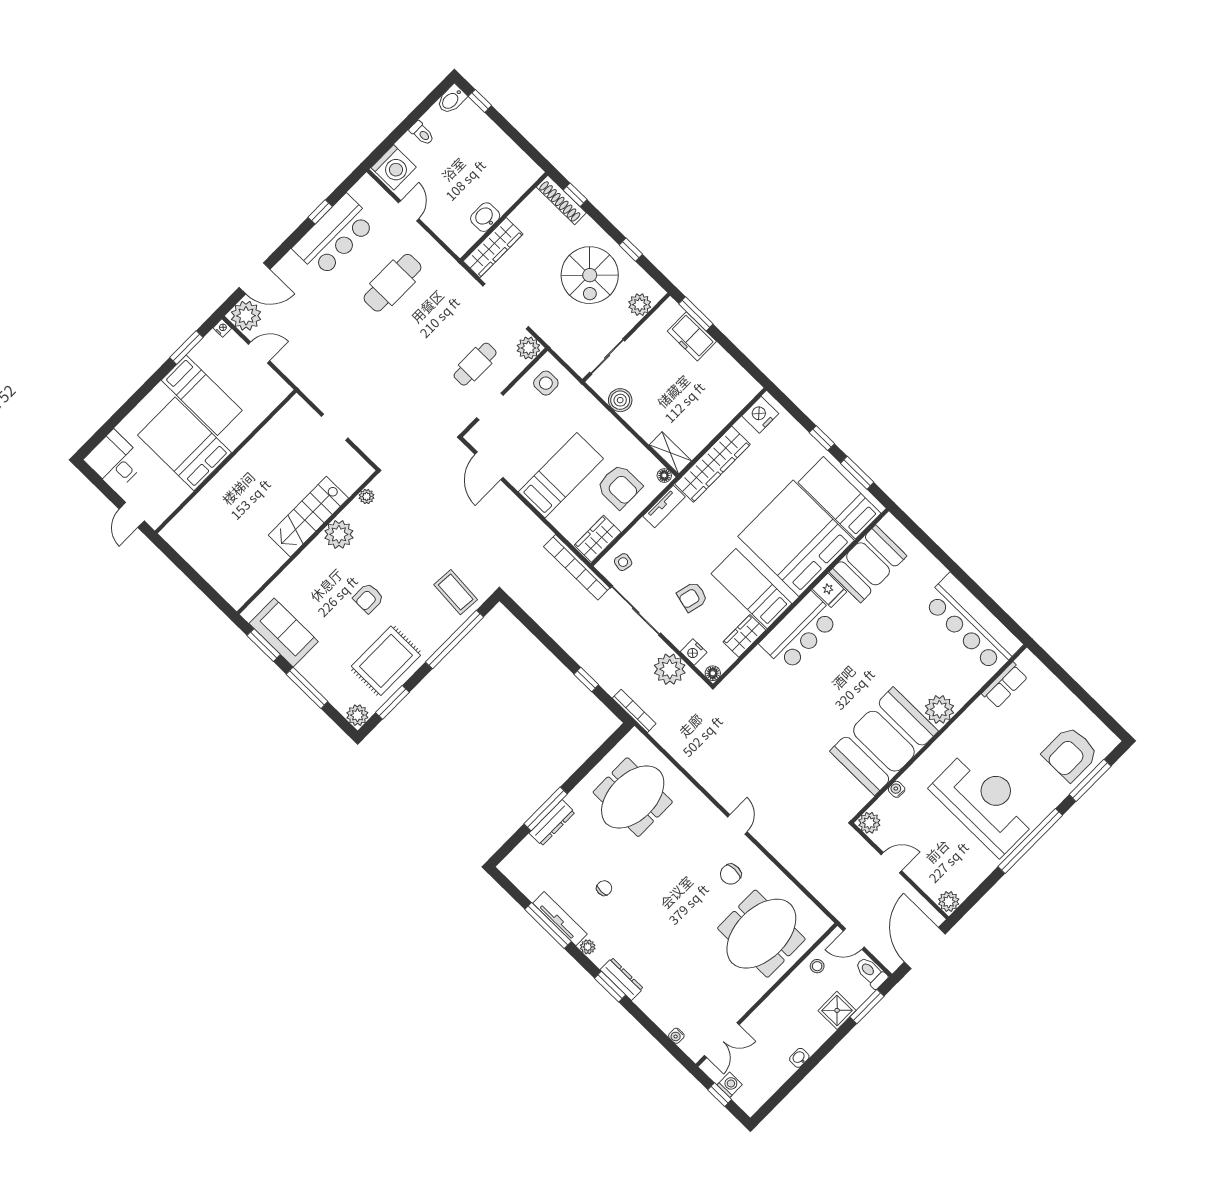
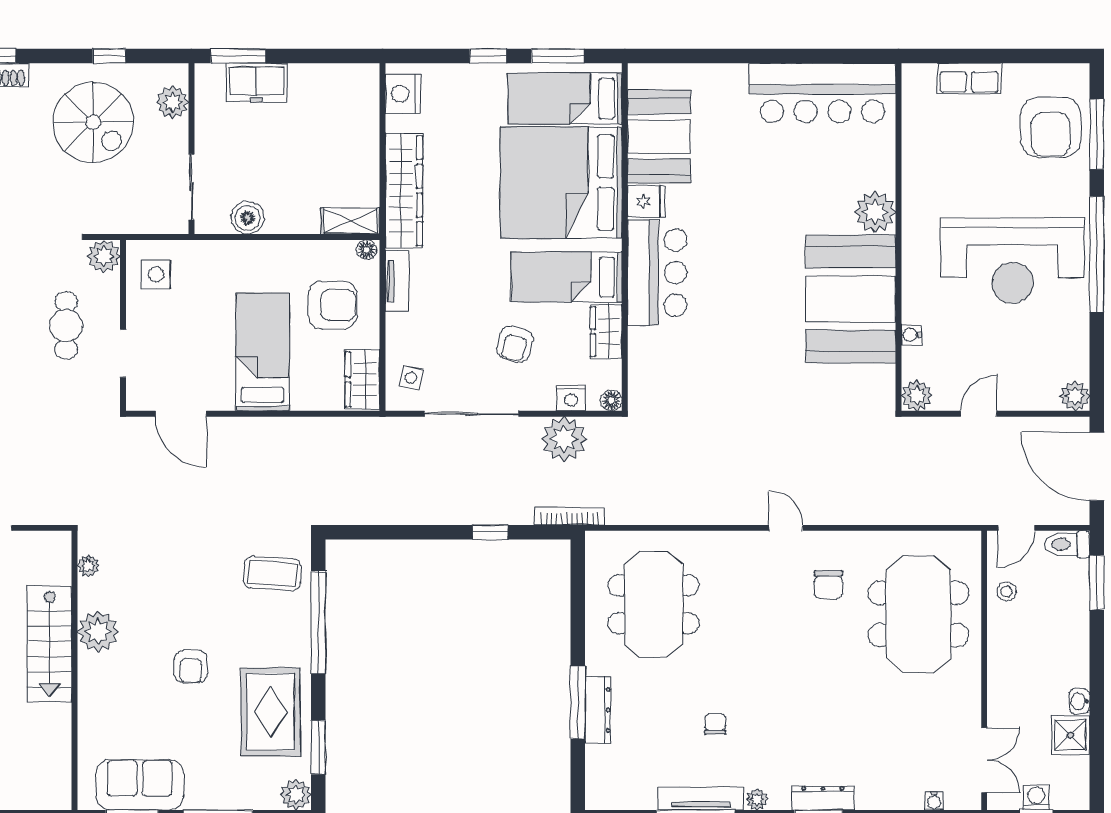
bookcase: (577, 567) -> (370, 429), removed
row of seats: (1005, 685) -> (969, 78), moved, turned 90
reception desk: (985, 802) -> (1012, 260), turned 180
shower: (837, 1010) -> (1070, 735), moved

